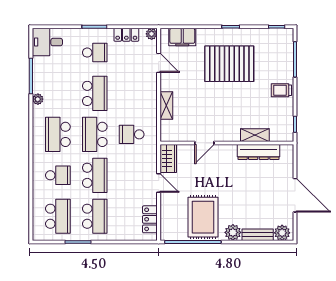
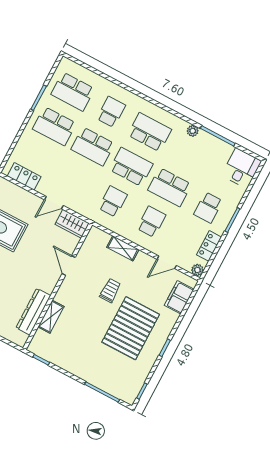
trolley: (281, 90) -> (110, 291), moved
school desk: (132, 93) -> (151, 222), added
school desk: (58, 175) -> (111, 112), turned 180

